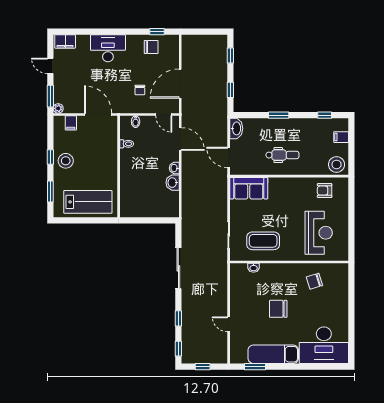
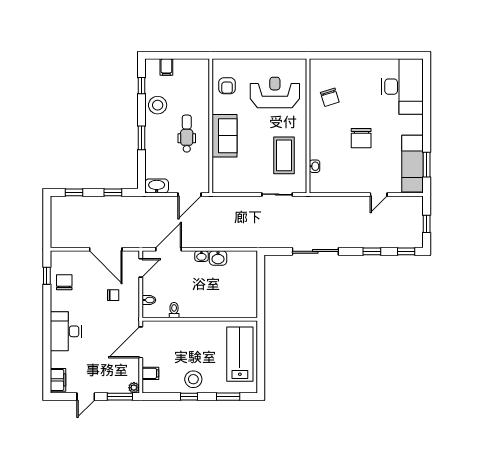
stool: (337, 165) -> (158, 105), moved
sofa: (249, 188) -> (224, 136), moved
exam couch: (273, 354) -> (413, 164), moved

